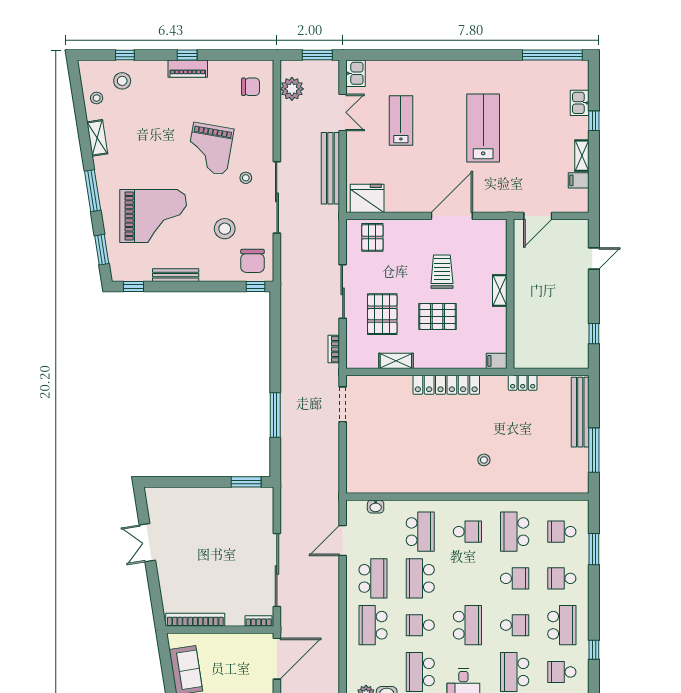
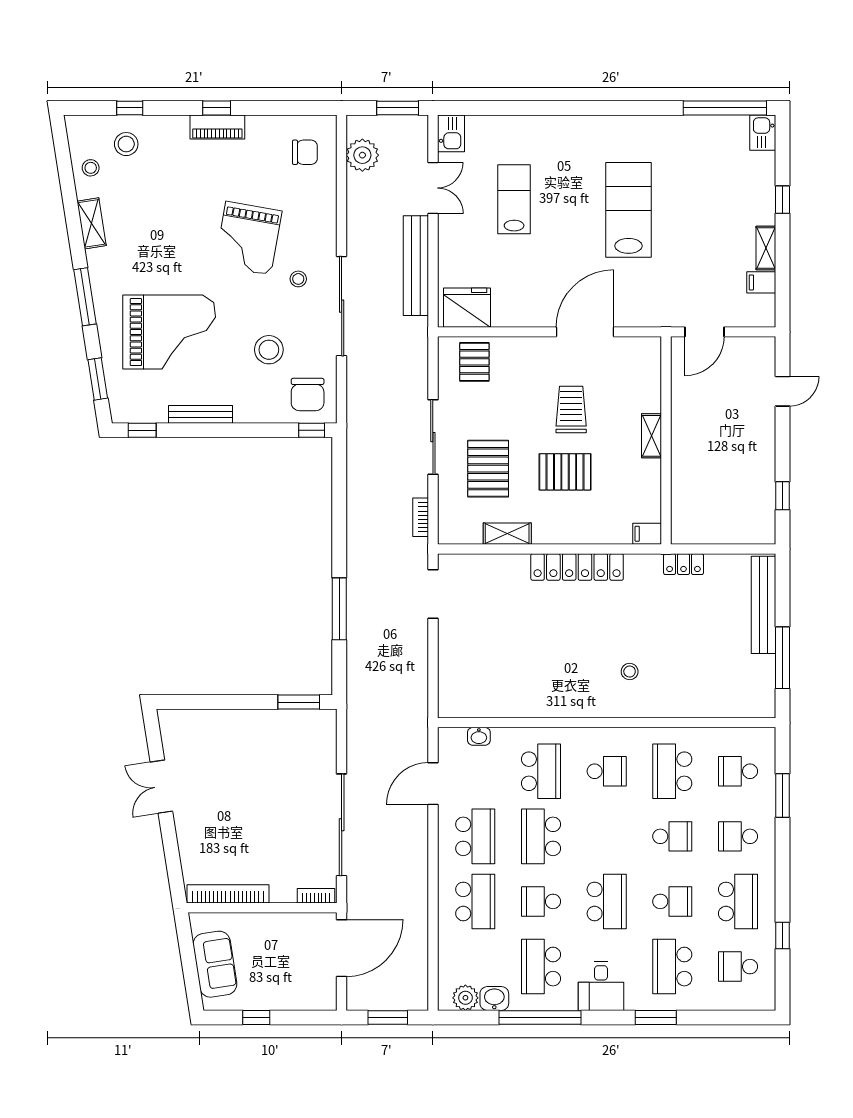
kitchen sink: (580, 103) -> (763, 133), moved
school desk: (373, 625) -> (475, 901), turned 180

